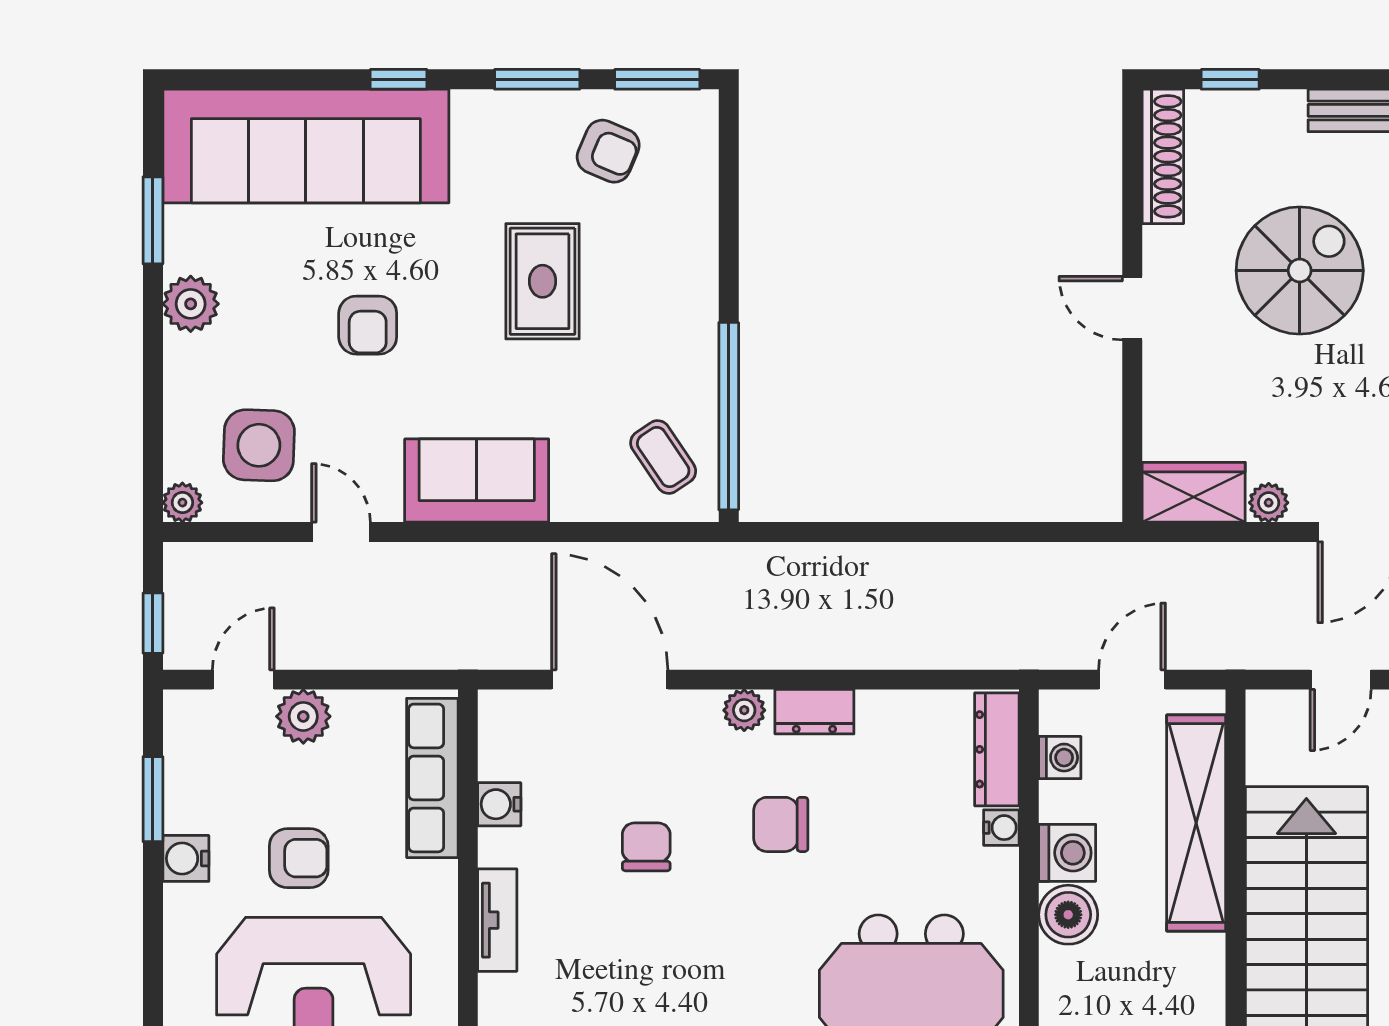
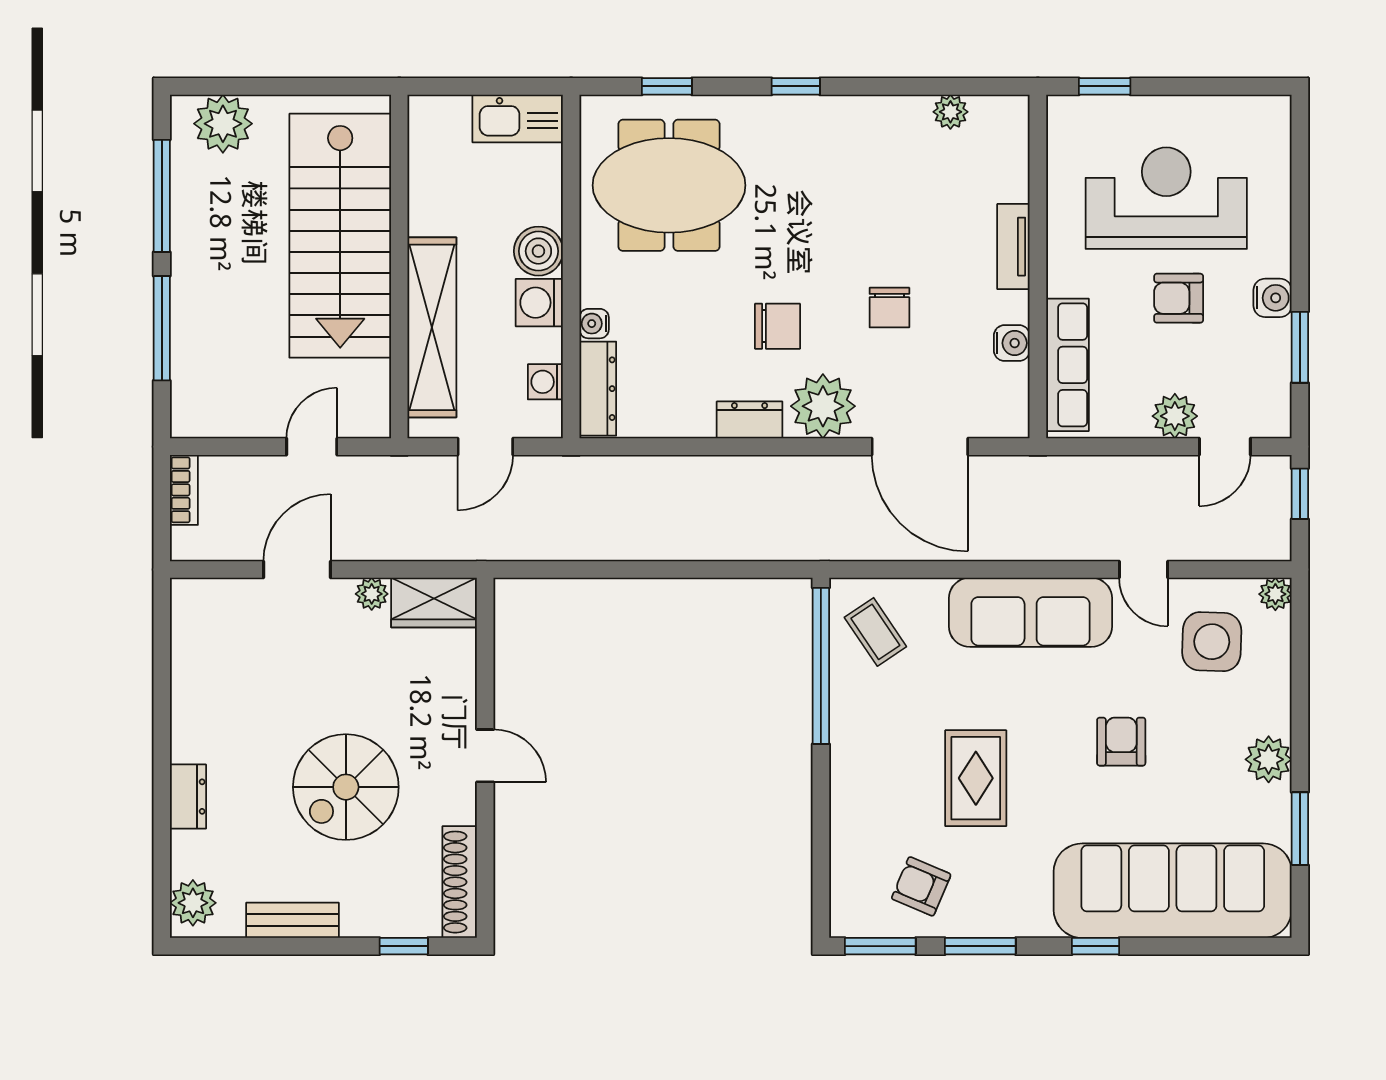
sofa: (477, 481) -> (1031, 612), width x1.36
plant: (744, 710) -> (823, 406), width x1.88, depth x1.88

